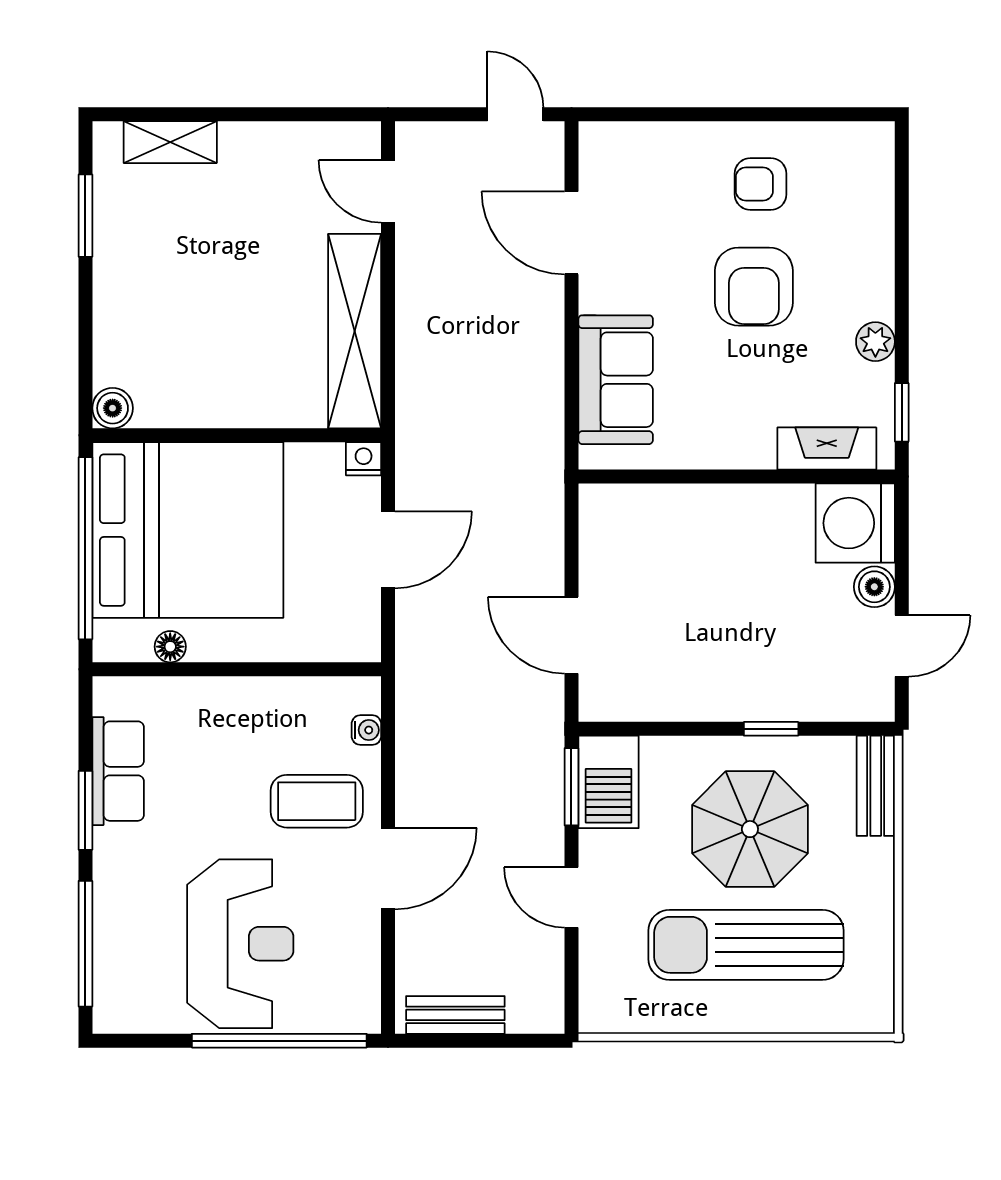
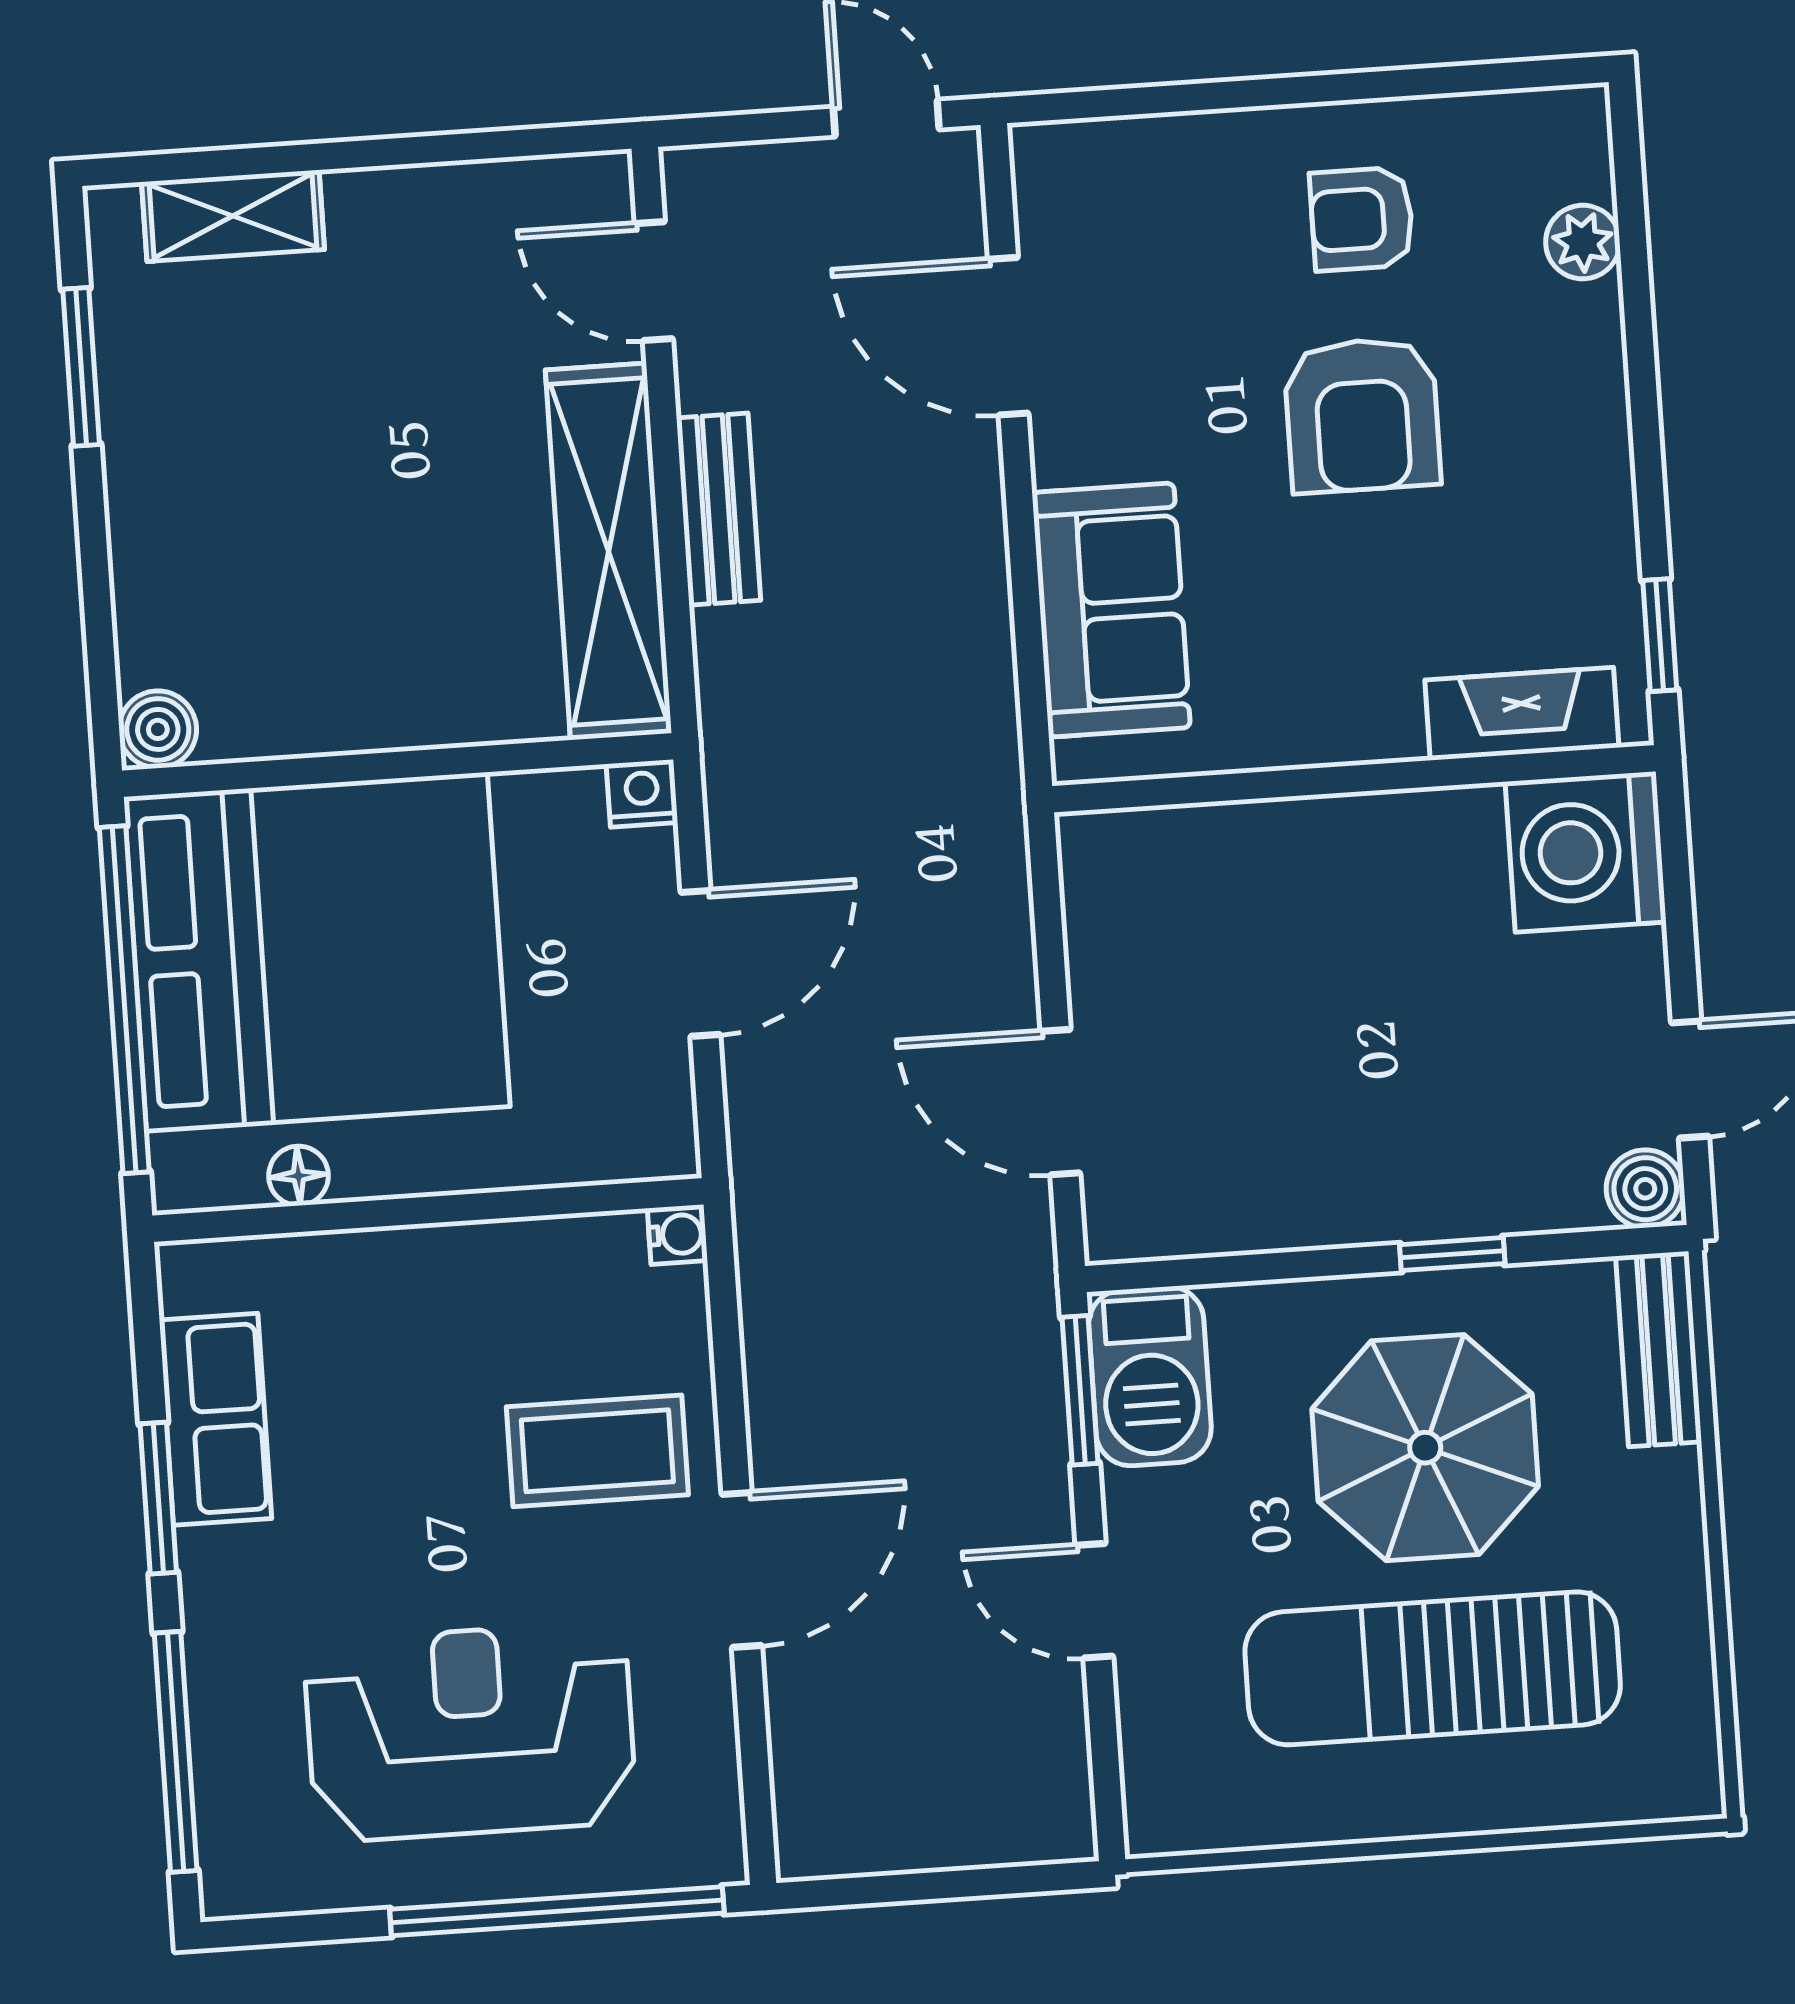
plant: (875, 342) -> (1583, 242), moved
boiler: (874, 587) -> (1645, 1189), moved
water cooler: (366, 730) -> (677, 1234), moved
reception desk: (240, 944) -> (470, 1732), turned -90
bench: (455, 1015) -> (719, 509), moved, turned 90

